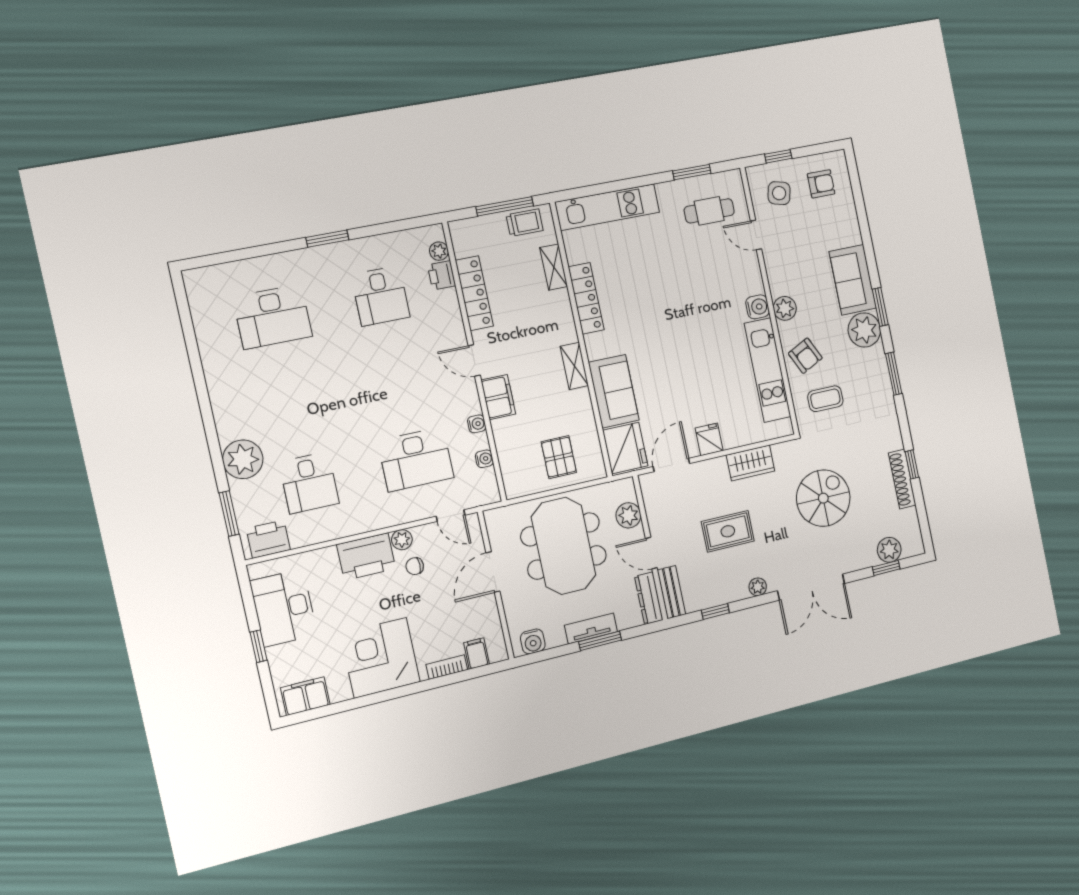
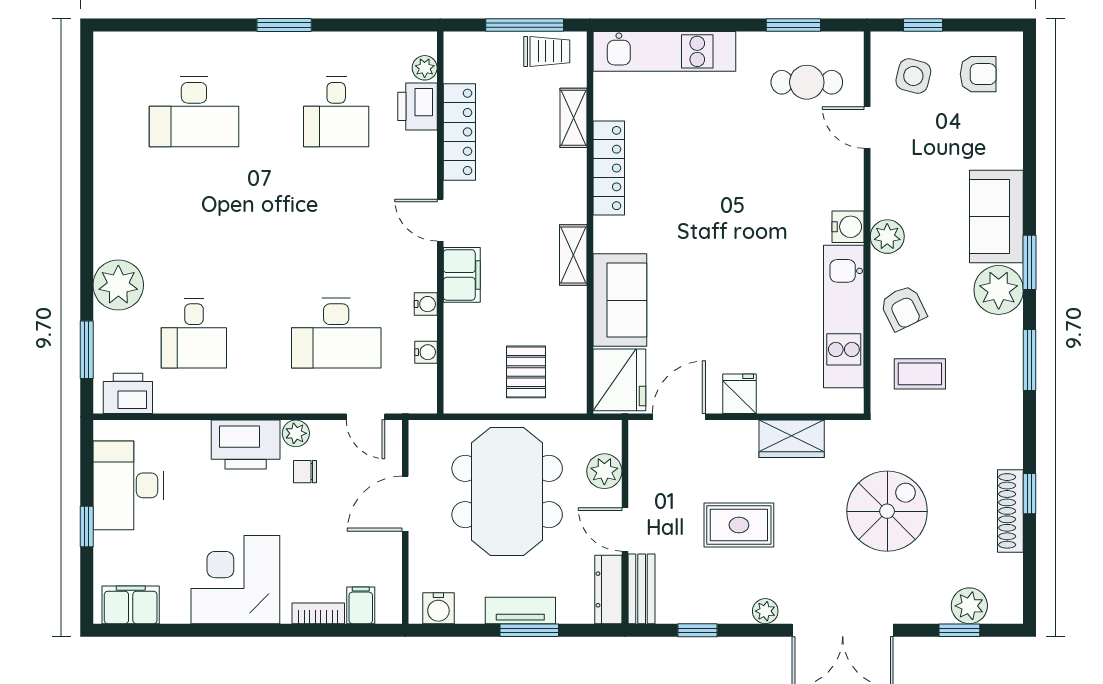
printer: (442, 275) -> (418, 106), width x1.36, depth x1.24

